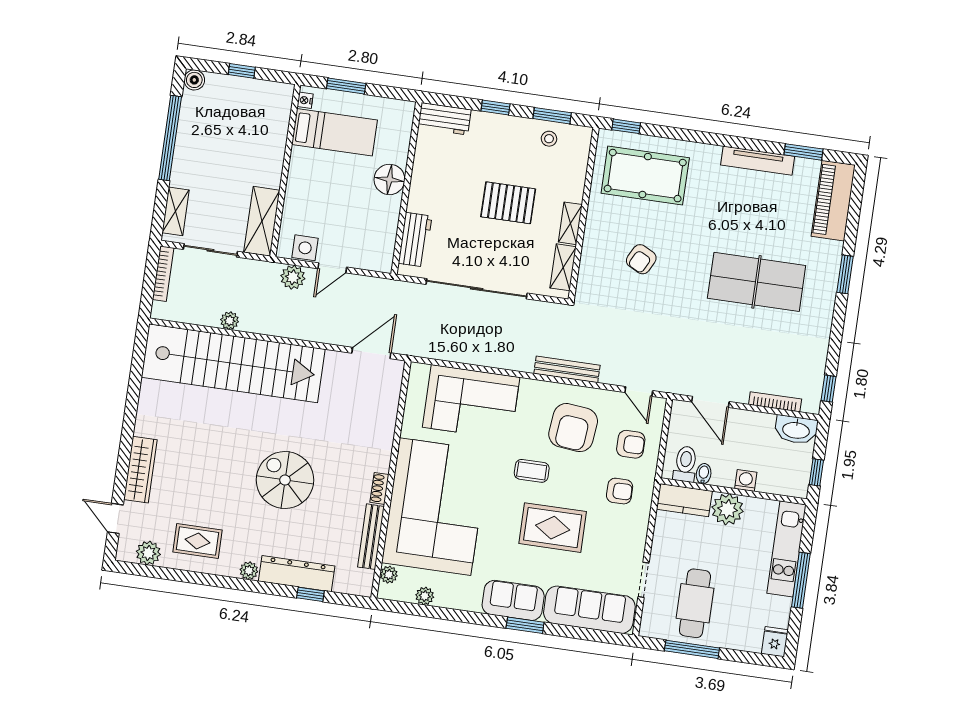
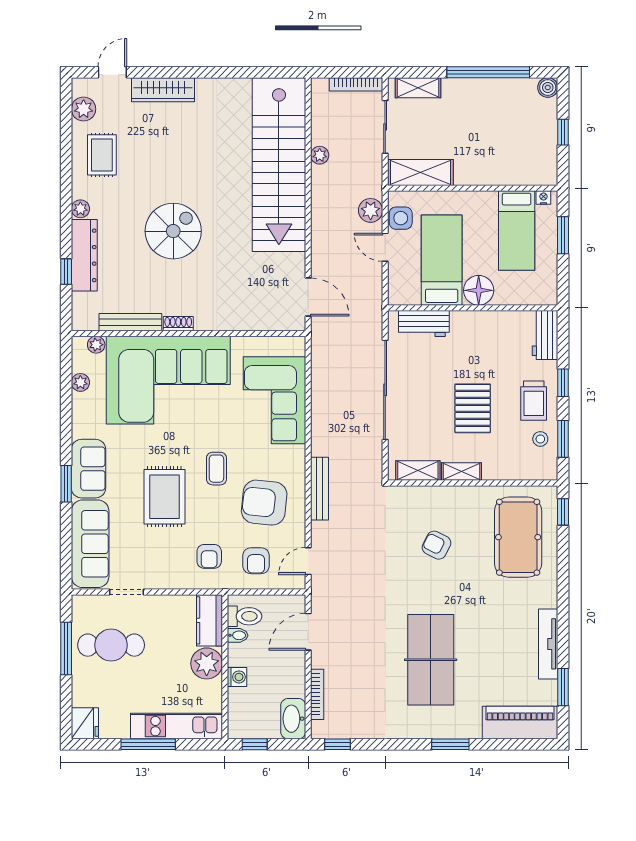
trolley: (509, 140) -> (534, 401), added
bed: (354, 213) -> (442, 260), added
fridge: (775, 642) -> (85, 723), width x1.38

